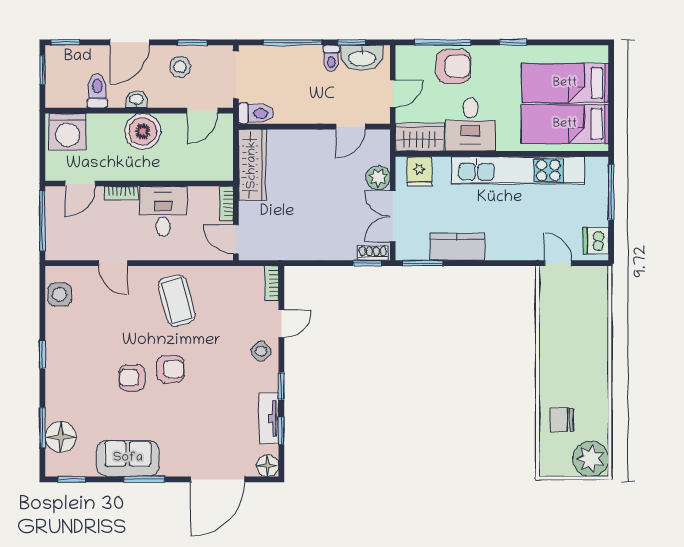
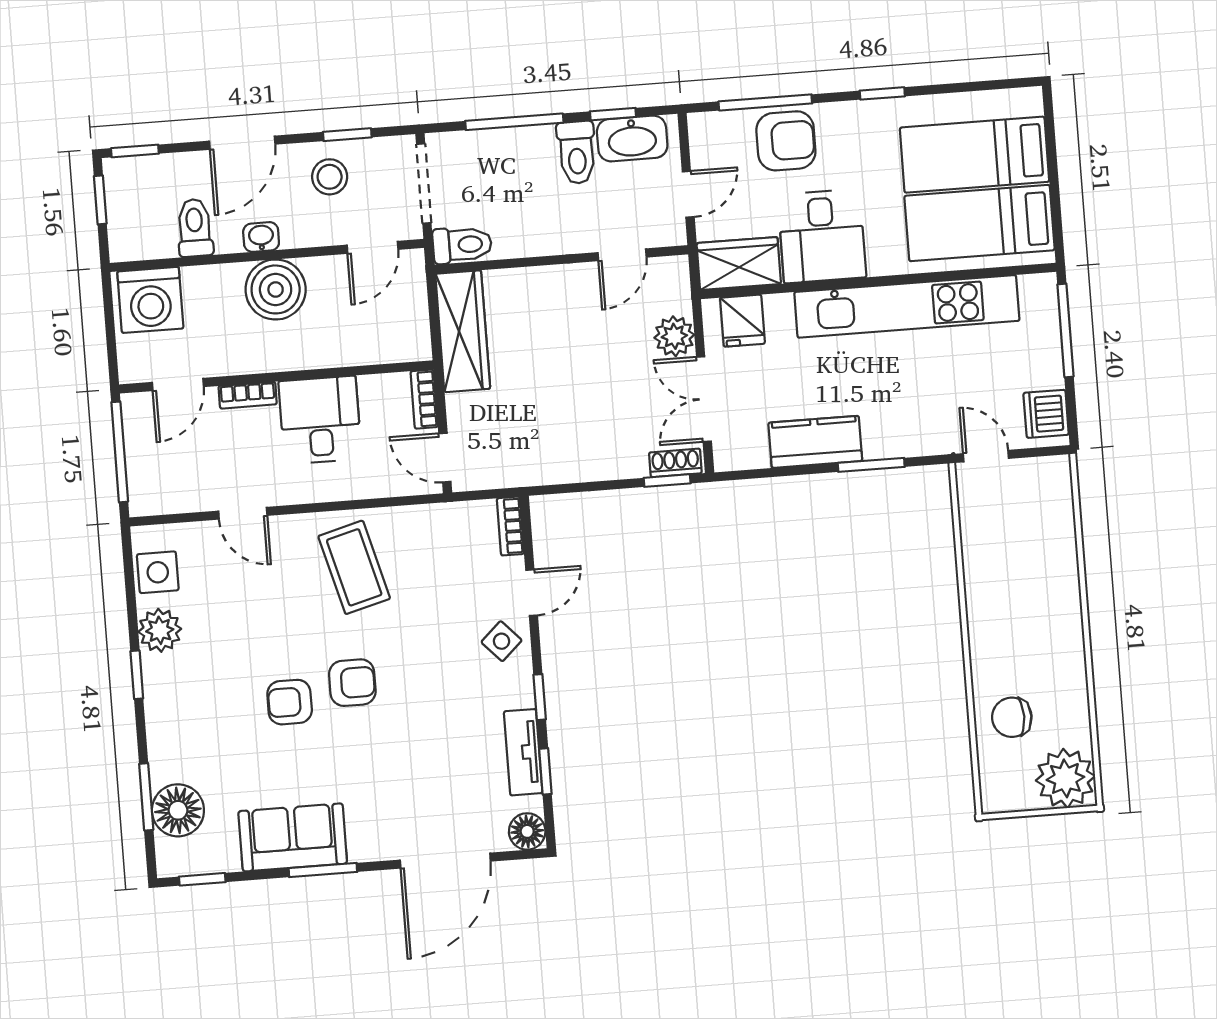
toilet: (331, 58) -> (577, 152), width x1.37, depth x1.39
window: (423, 263) -> (871, 465), moved
plant: (58, 329) -> (160, 630), added

